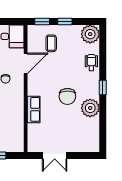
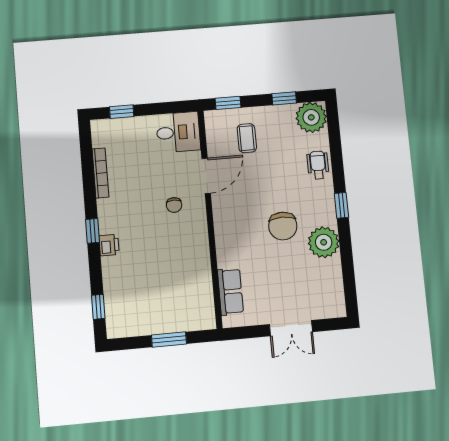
window: (65, 22) -> (284, 98), moved
row of seats: (34, 109) -> (230, 292), moved
double door: (55, 155) -> (291, 328), moved

